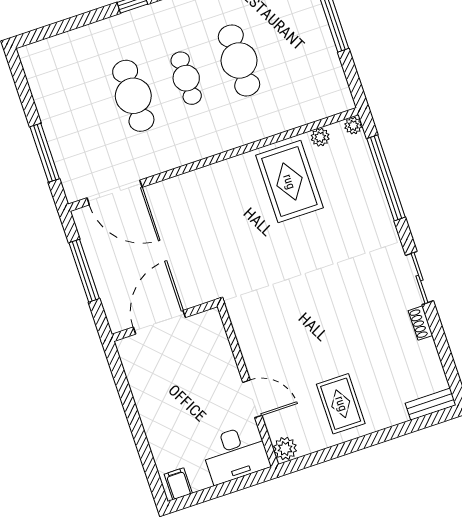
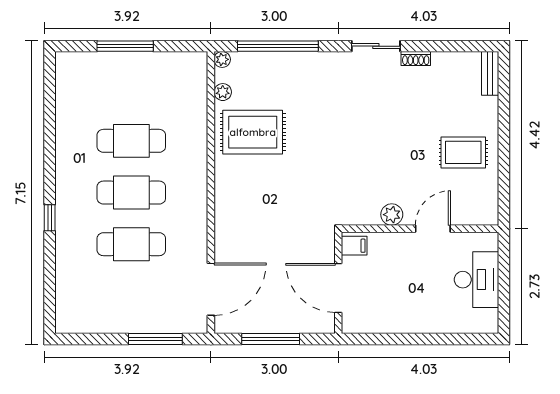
cafe table: (186, 78) -> (131, 193), width x1.37, depth x1.35
plant: (285, 449) -> (392, 215), moved
desk: (235, 454) -> (476, 280), moved
filing cabinet: (178, 484) -> (354, 246), moved, turned 180

